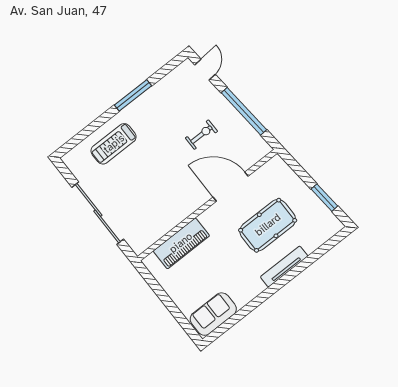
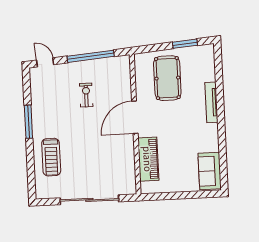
door: (231, 187) -> (135, 117), moved
pool table: (268, 225) -> (167, 78), moved

